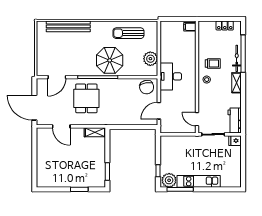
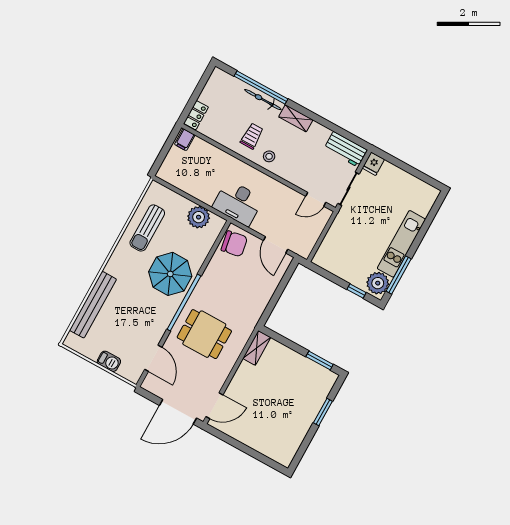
locker: (225, 26) -> (196, 115), moved
barbecue: (41, 53) -> (109, 361), added
door: (61, 126) -> (214, 406), moved

